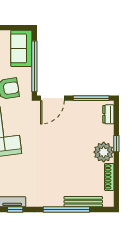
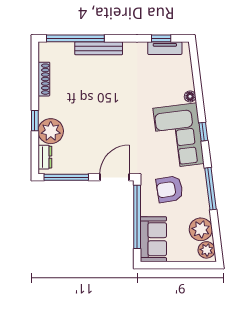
plant: (104, 152) -> (51, 131), moved
bench: (83, 202) -> (99, 48), moved
window: (66, 210) -> (75, 38), moved

